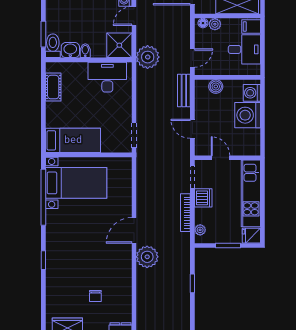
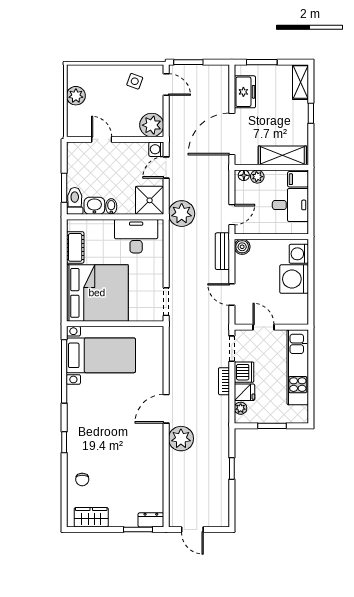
boiler: (216, 86) -> (242, 247), moved
bed: (73, 140) -> (97, 293), width x2.04
bookcase: (185, 213) -> (224, 381), width x0.64
fridge: (251, 236) -> (244, 392), moved, turned 180
chair: (95, 296) -> (82, 479), moved

